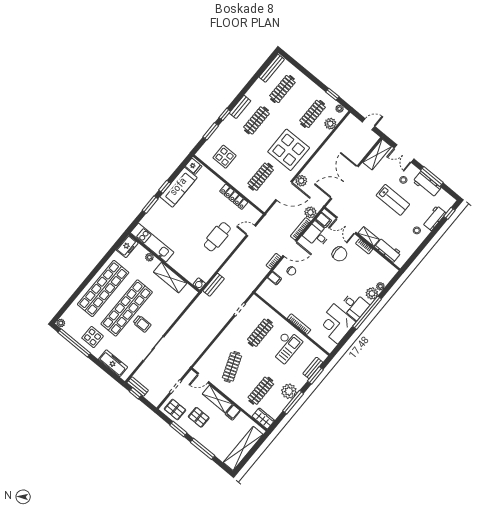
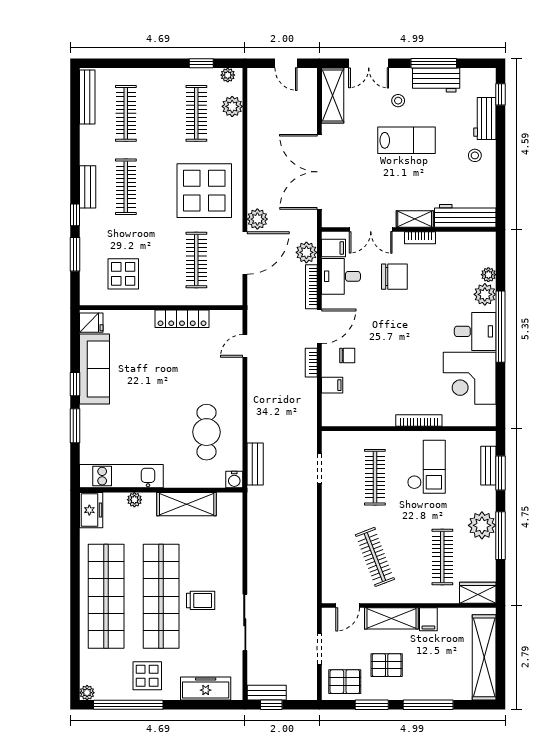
door: (369, 124) -> (286, 63), swing flipped
cafe table: (217, 237) -> (207, 432), moved
workbench: (388, 250) -> (465, 216), width x1.38

